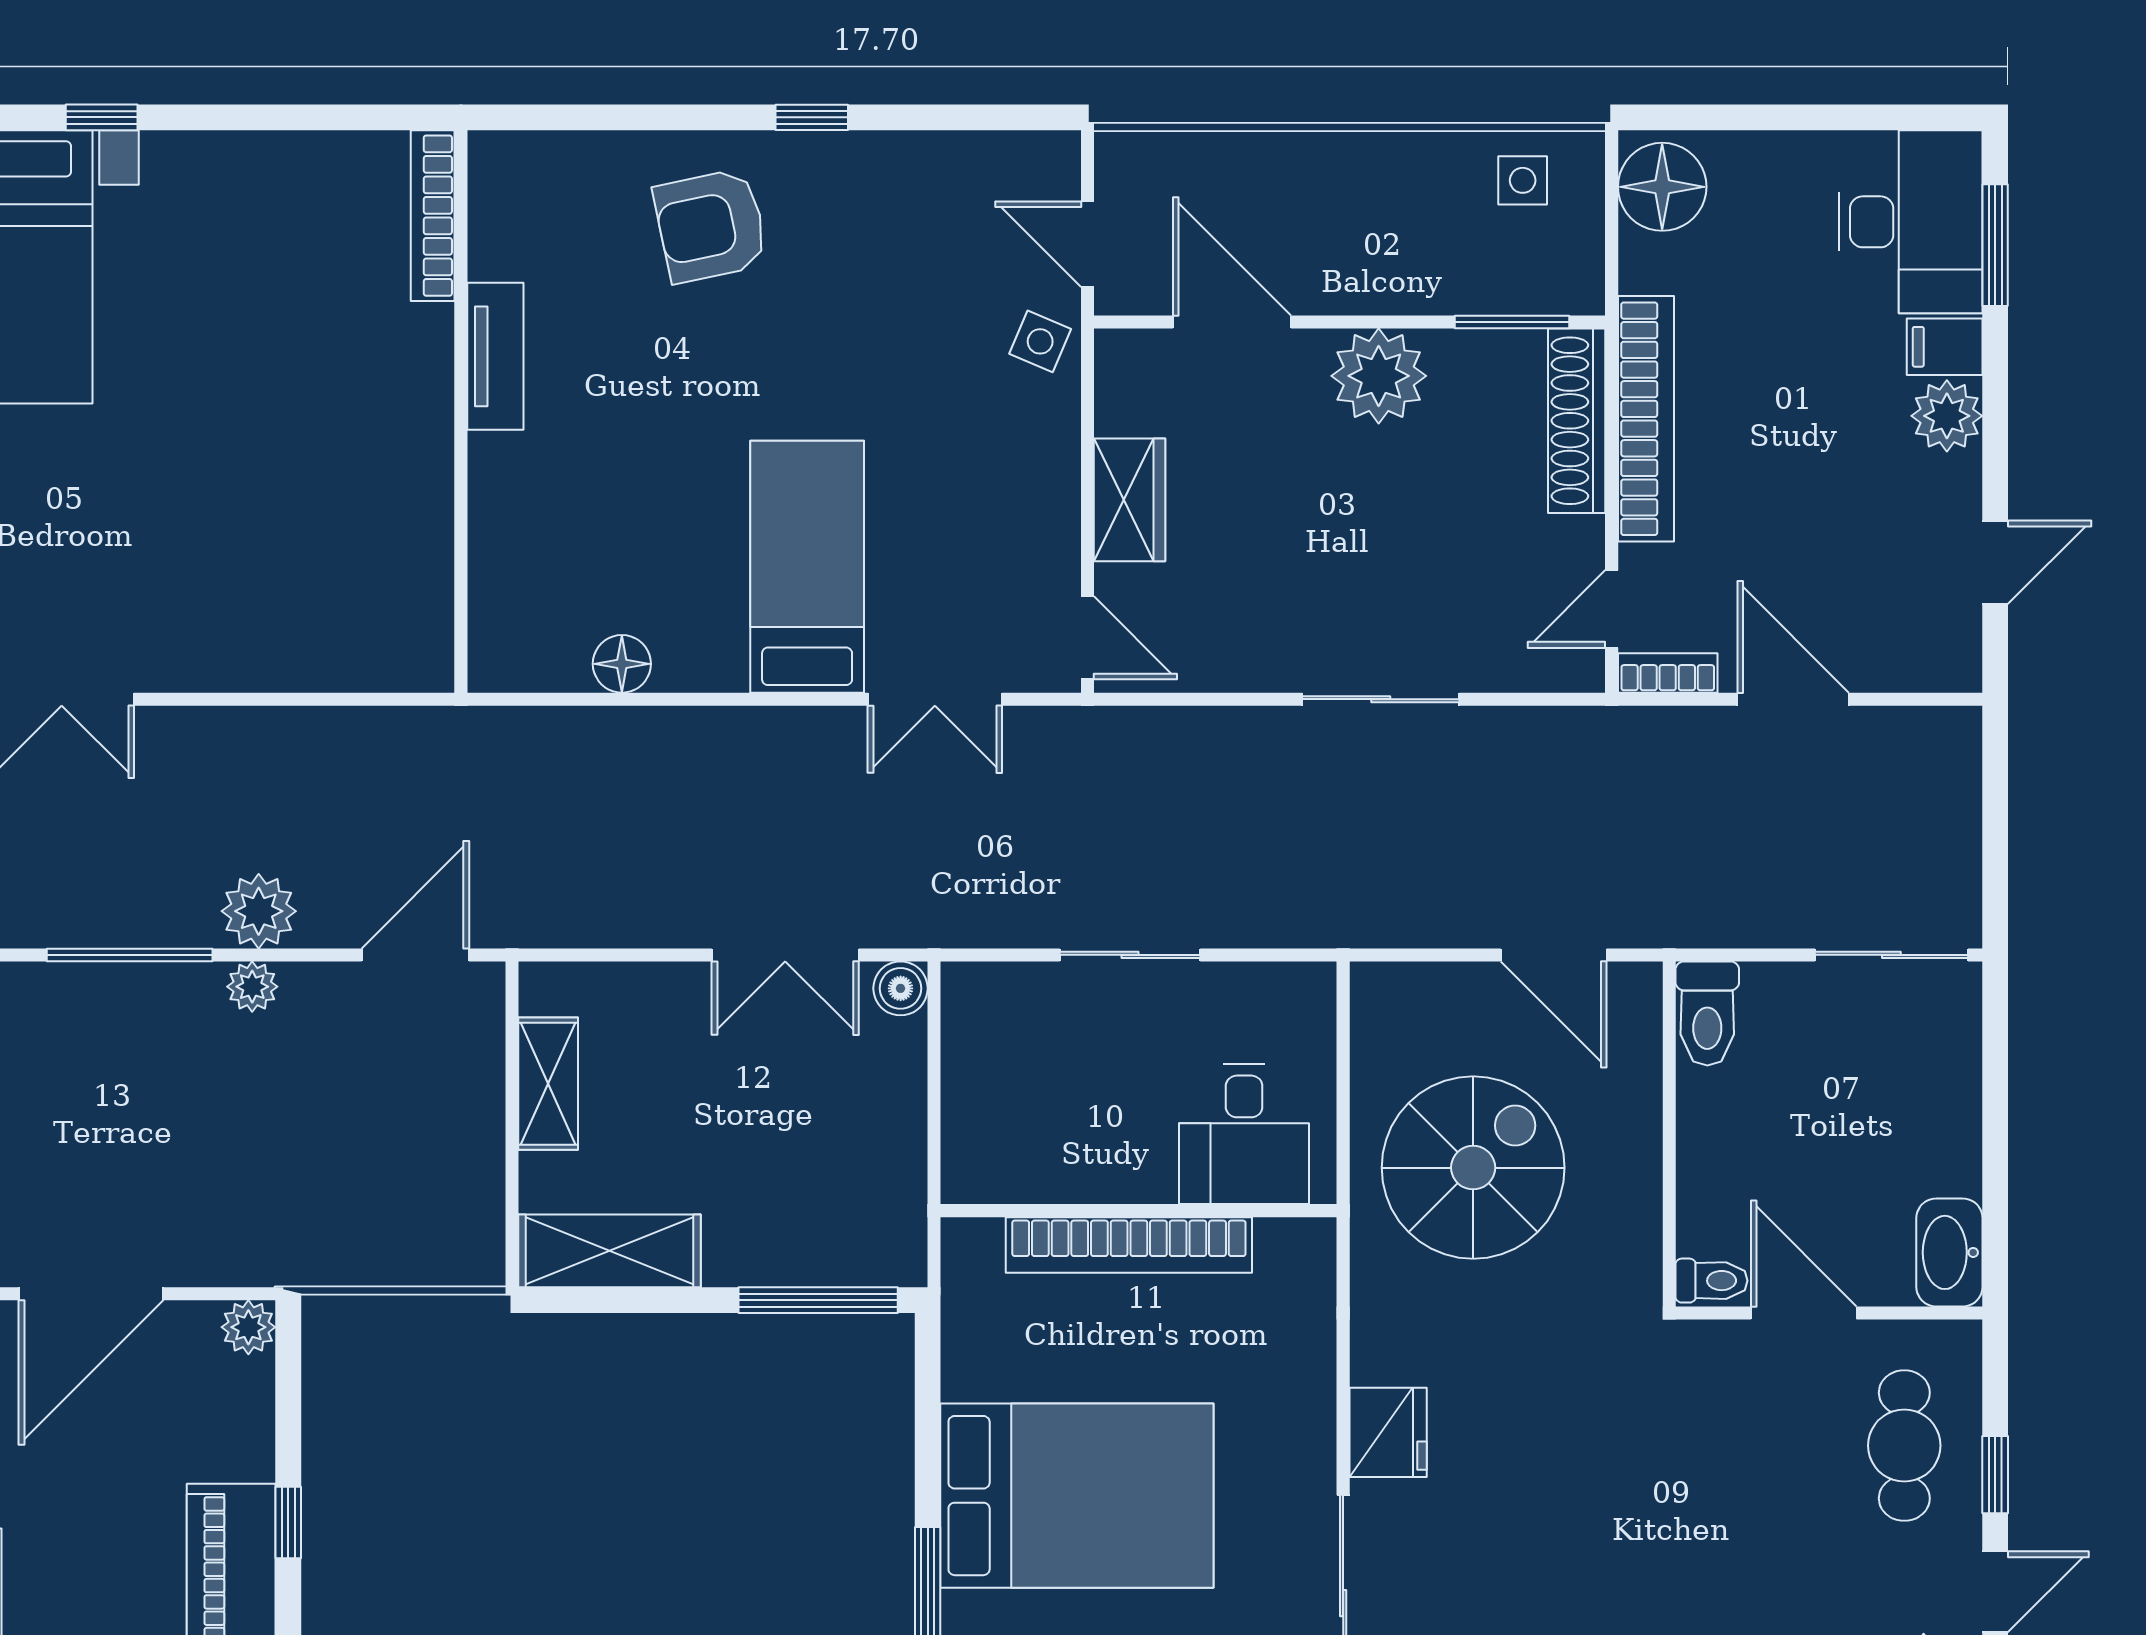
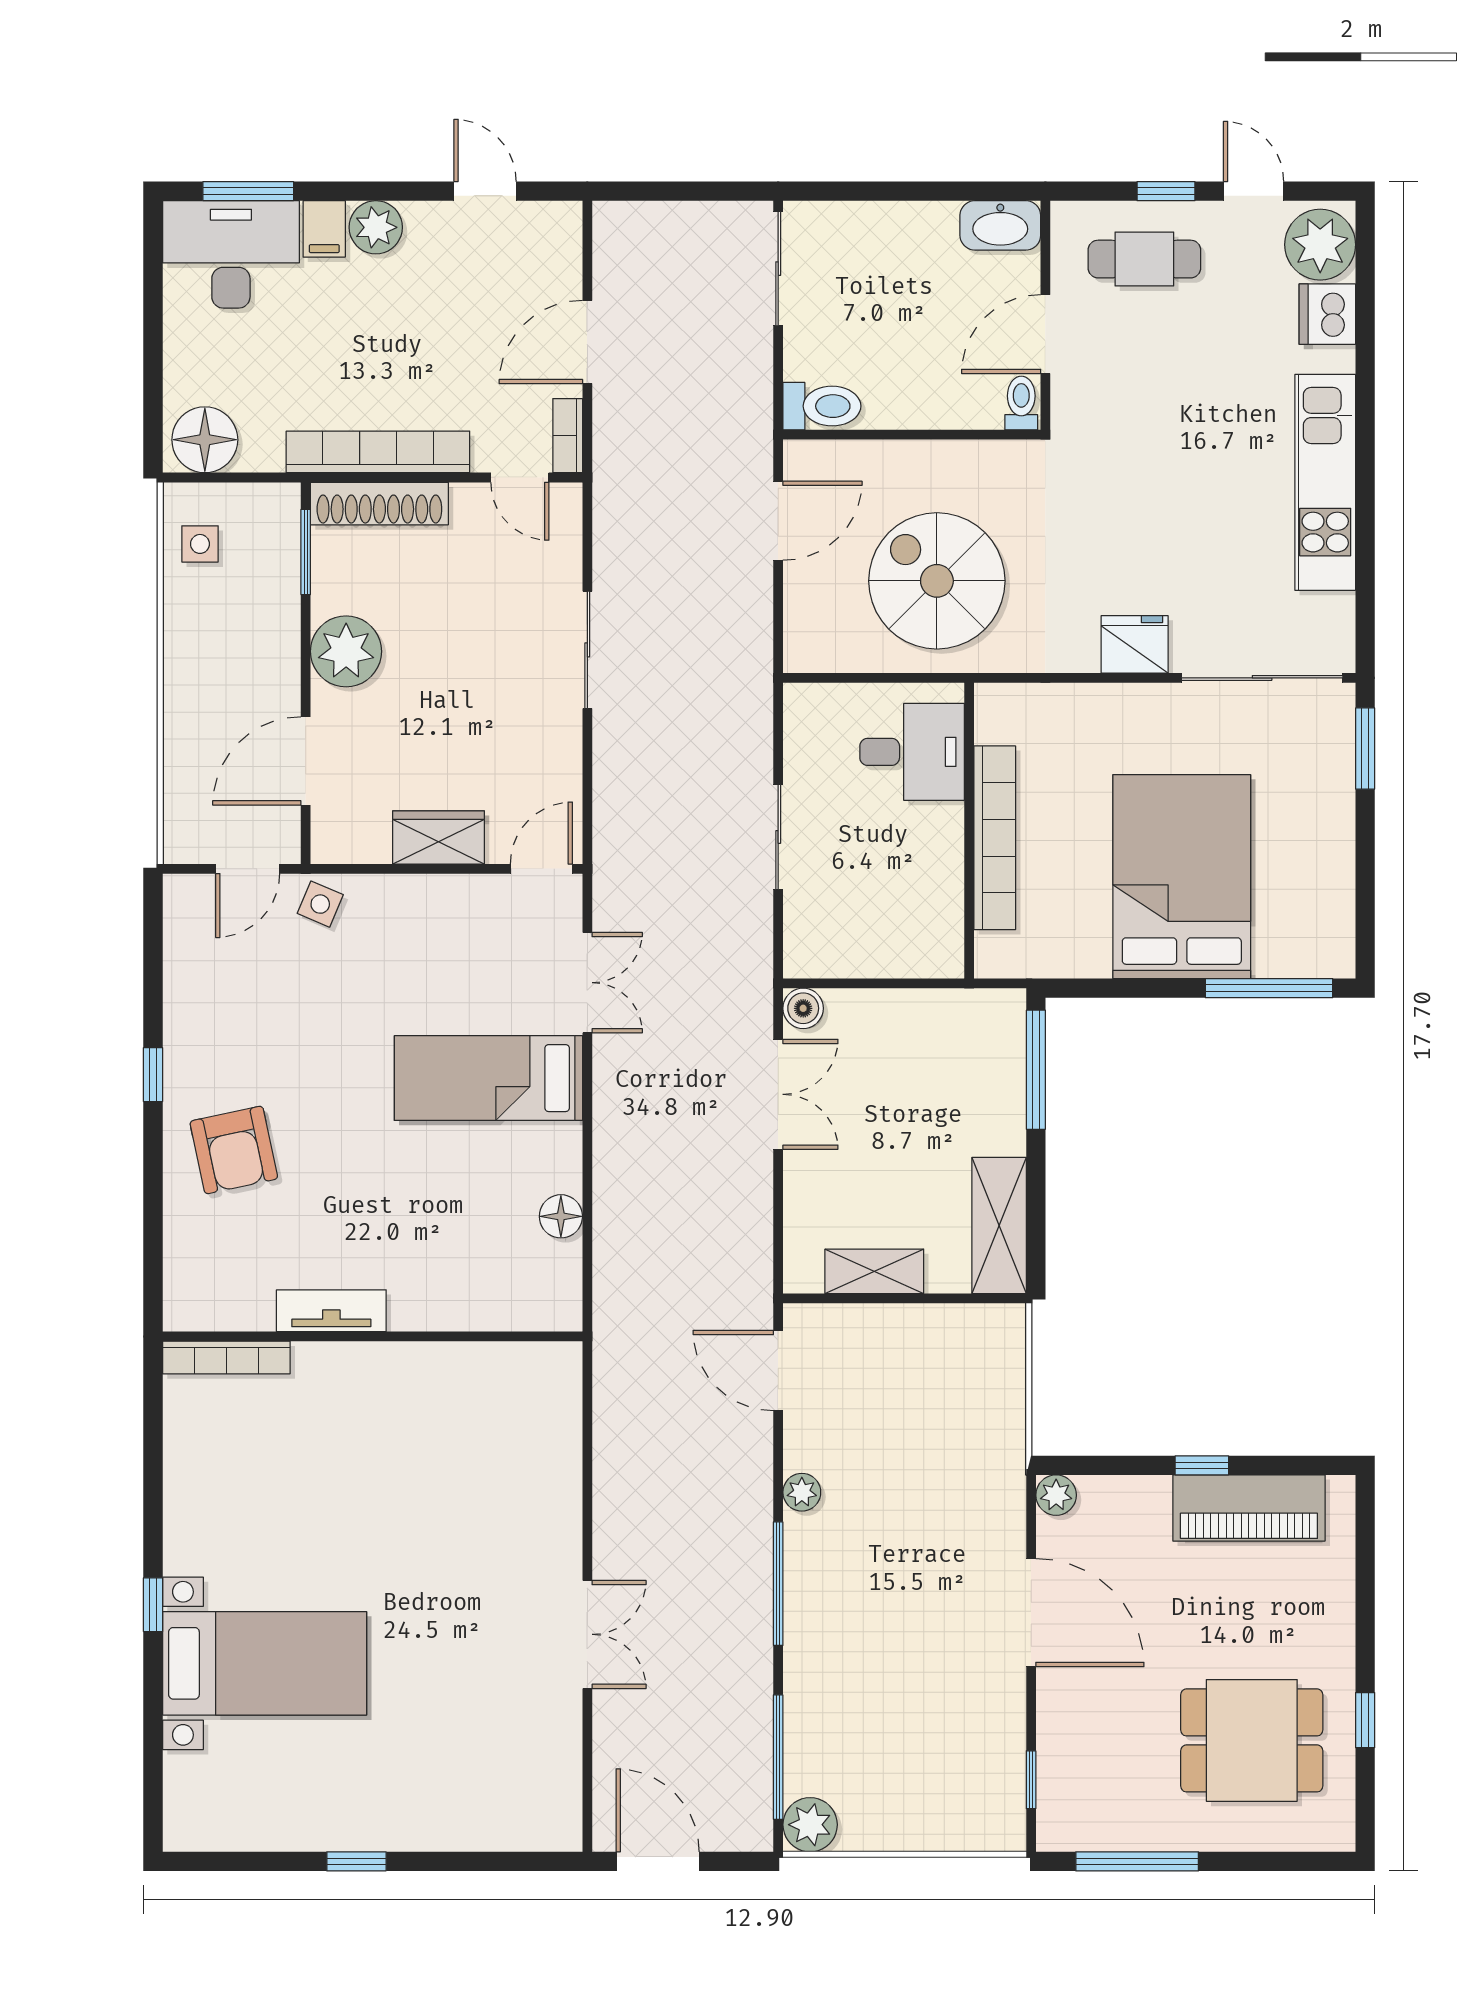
plant: (259, 911) -> (746, 1487), removed

